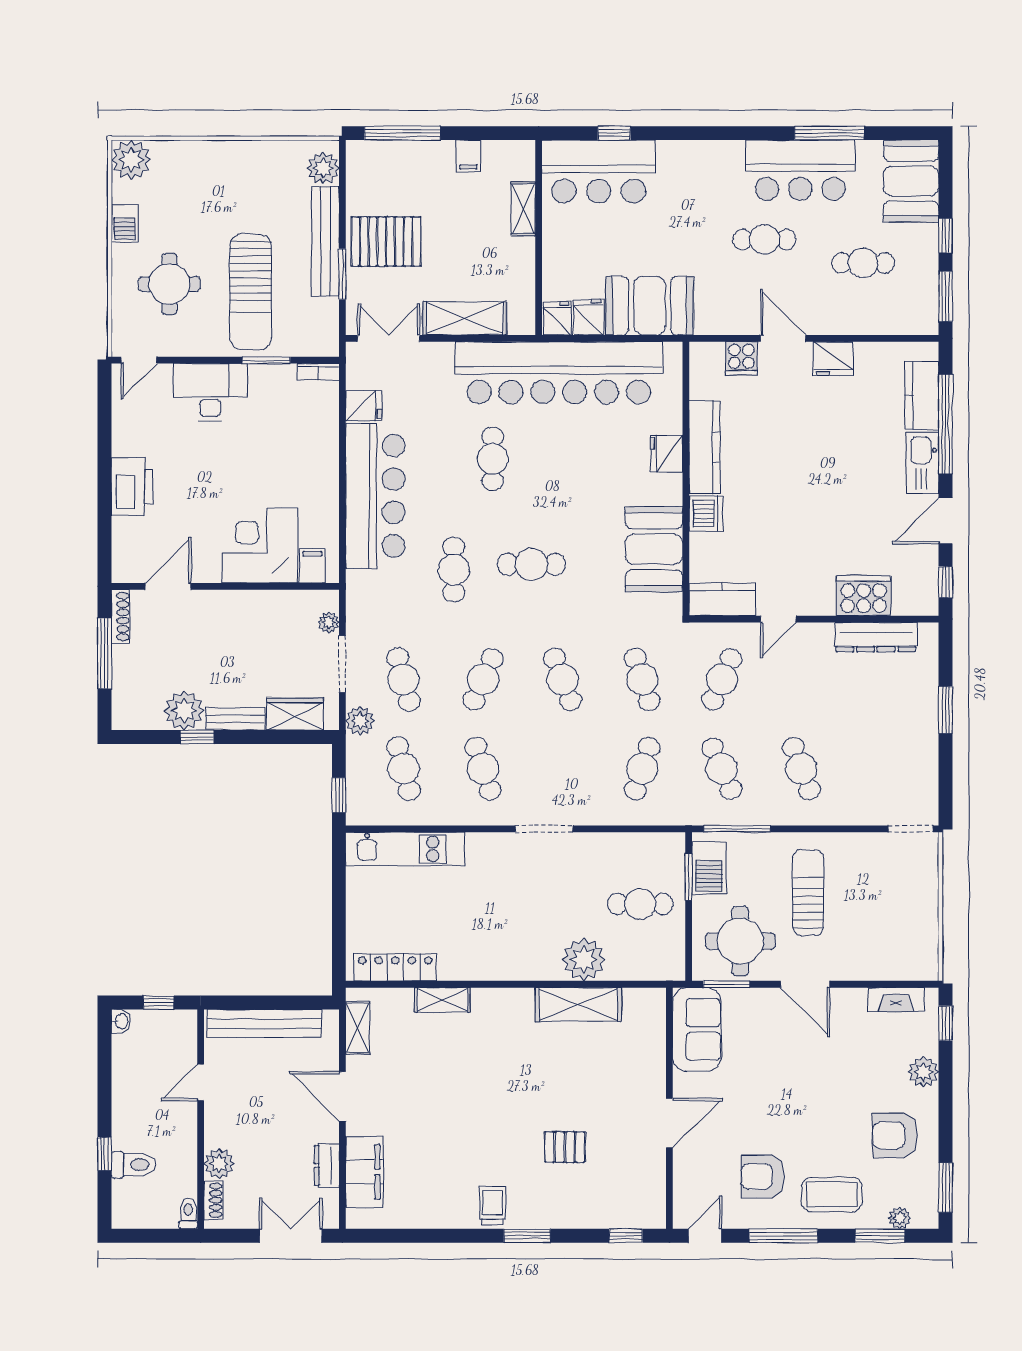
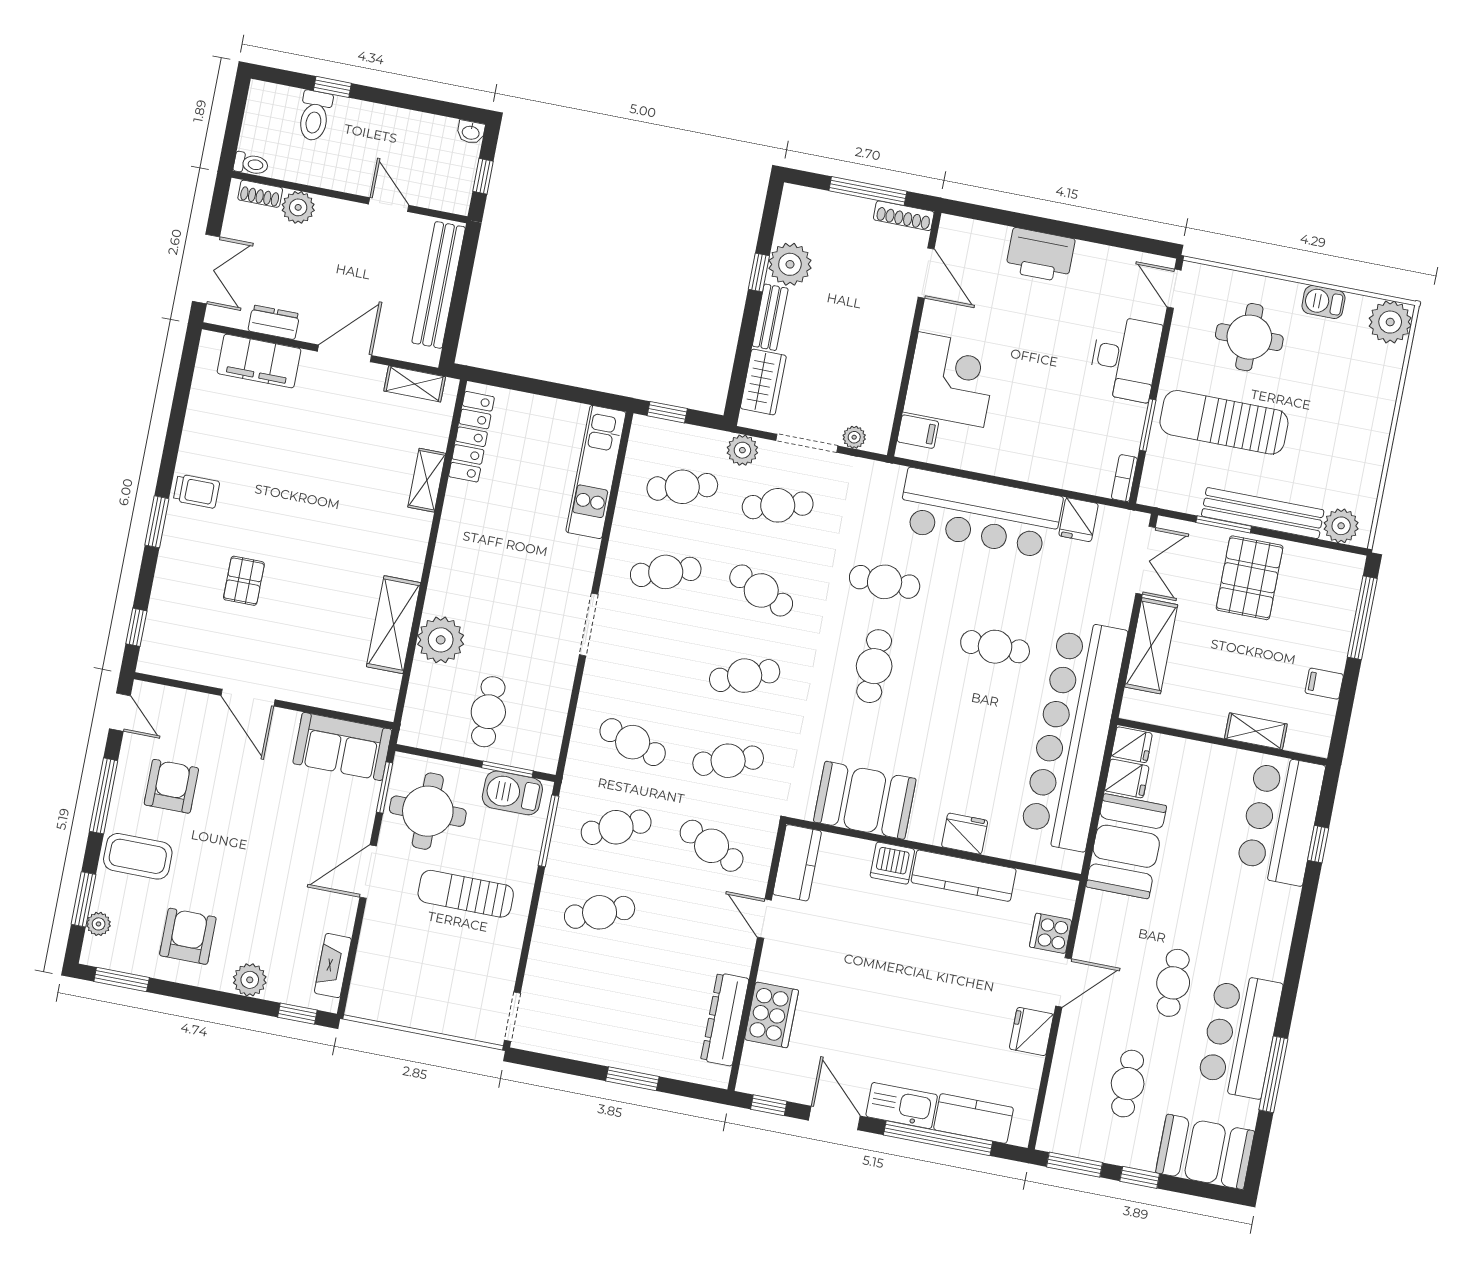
sun lounger: (808, 892) -> (466, 894), turned 180
coffee table: (832, 1194) -> (138, 856), turned 90

